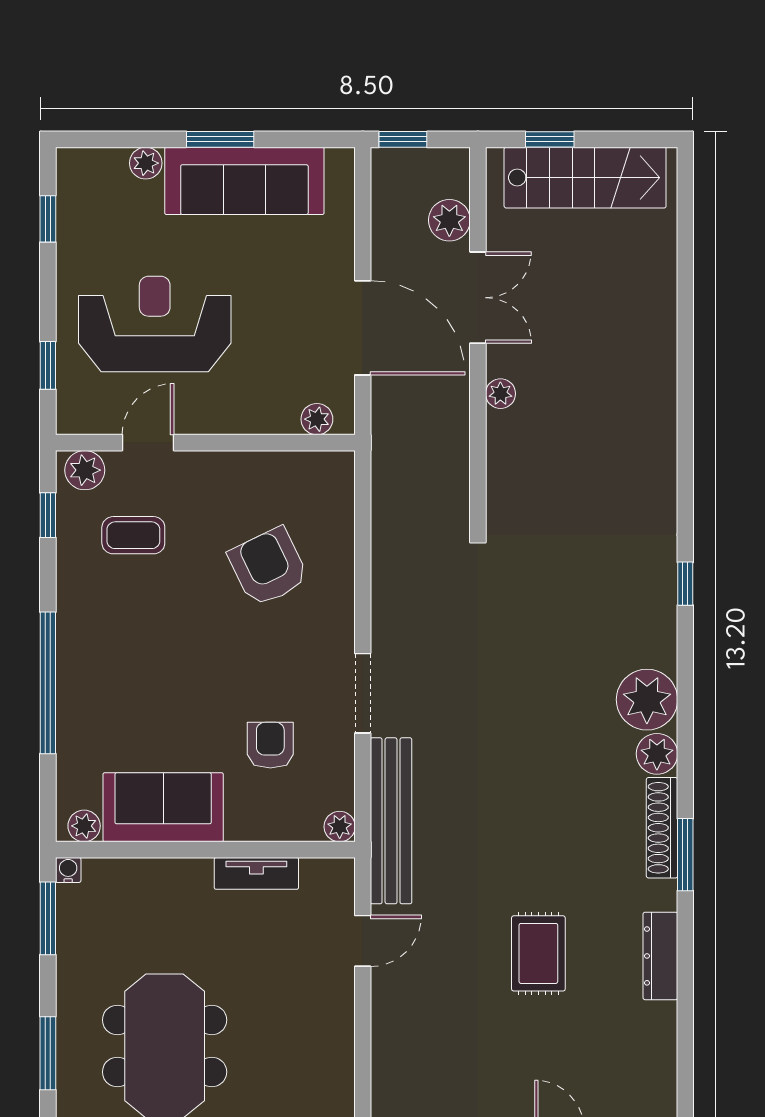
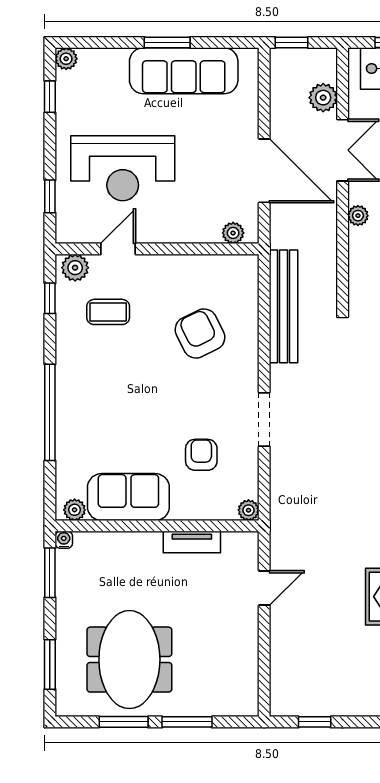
plant: (146, 163) -> (66, 59), moved
reception desk: (155, 324) -> (123, 168), turned 180
bench: (391, 821) -> (283, 306), moved

